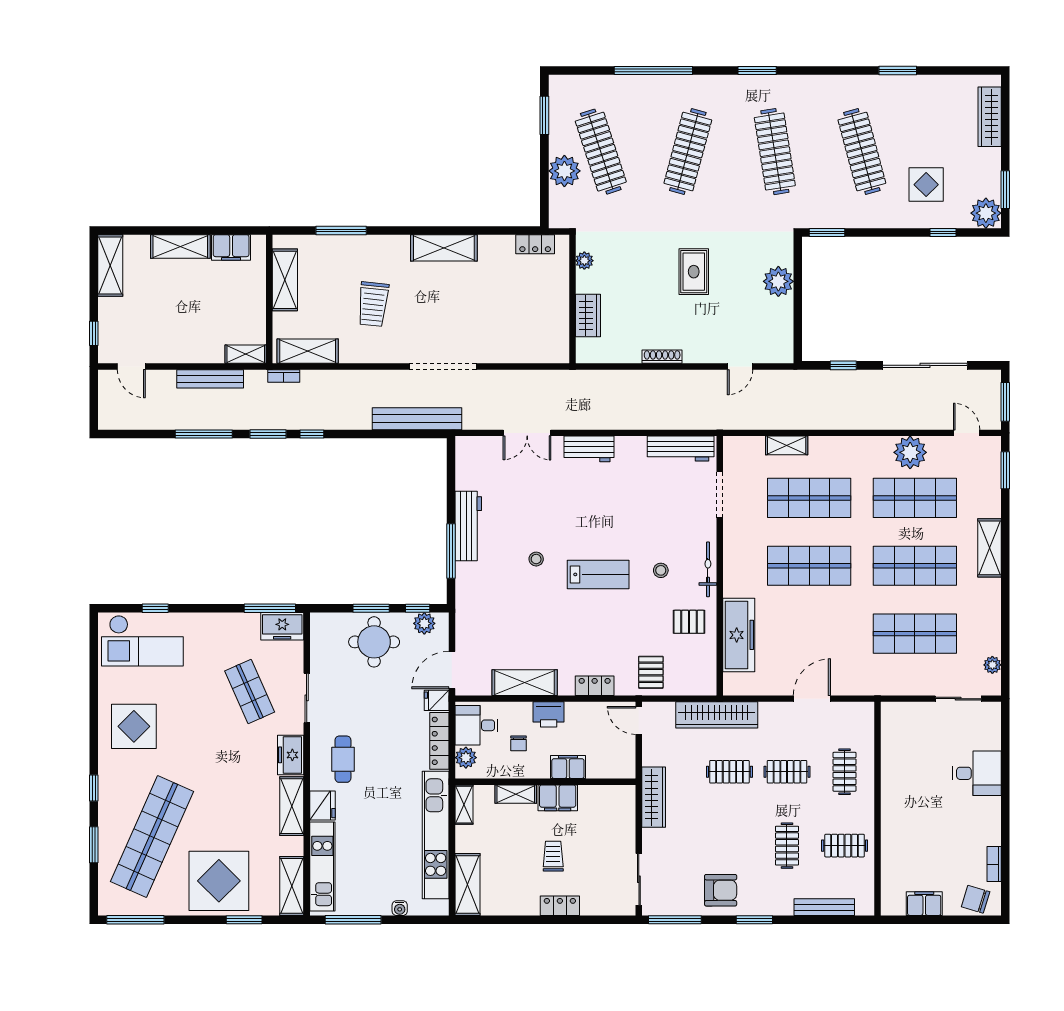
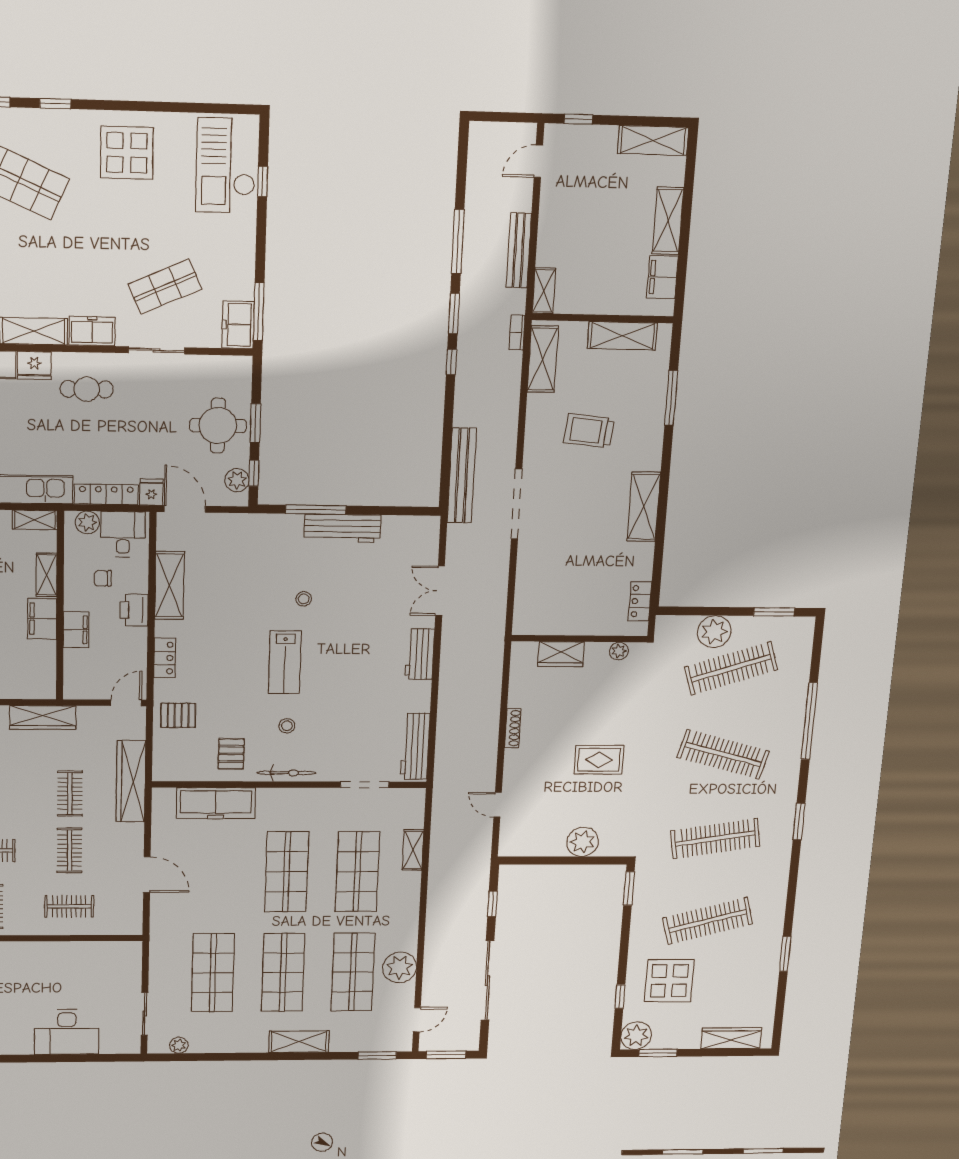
display table: (926, 185) -> (669, 981), width x1.36, depth x1.36
desk: (977, 773) -> (67, 1032), width x1.37

